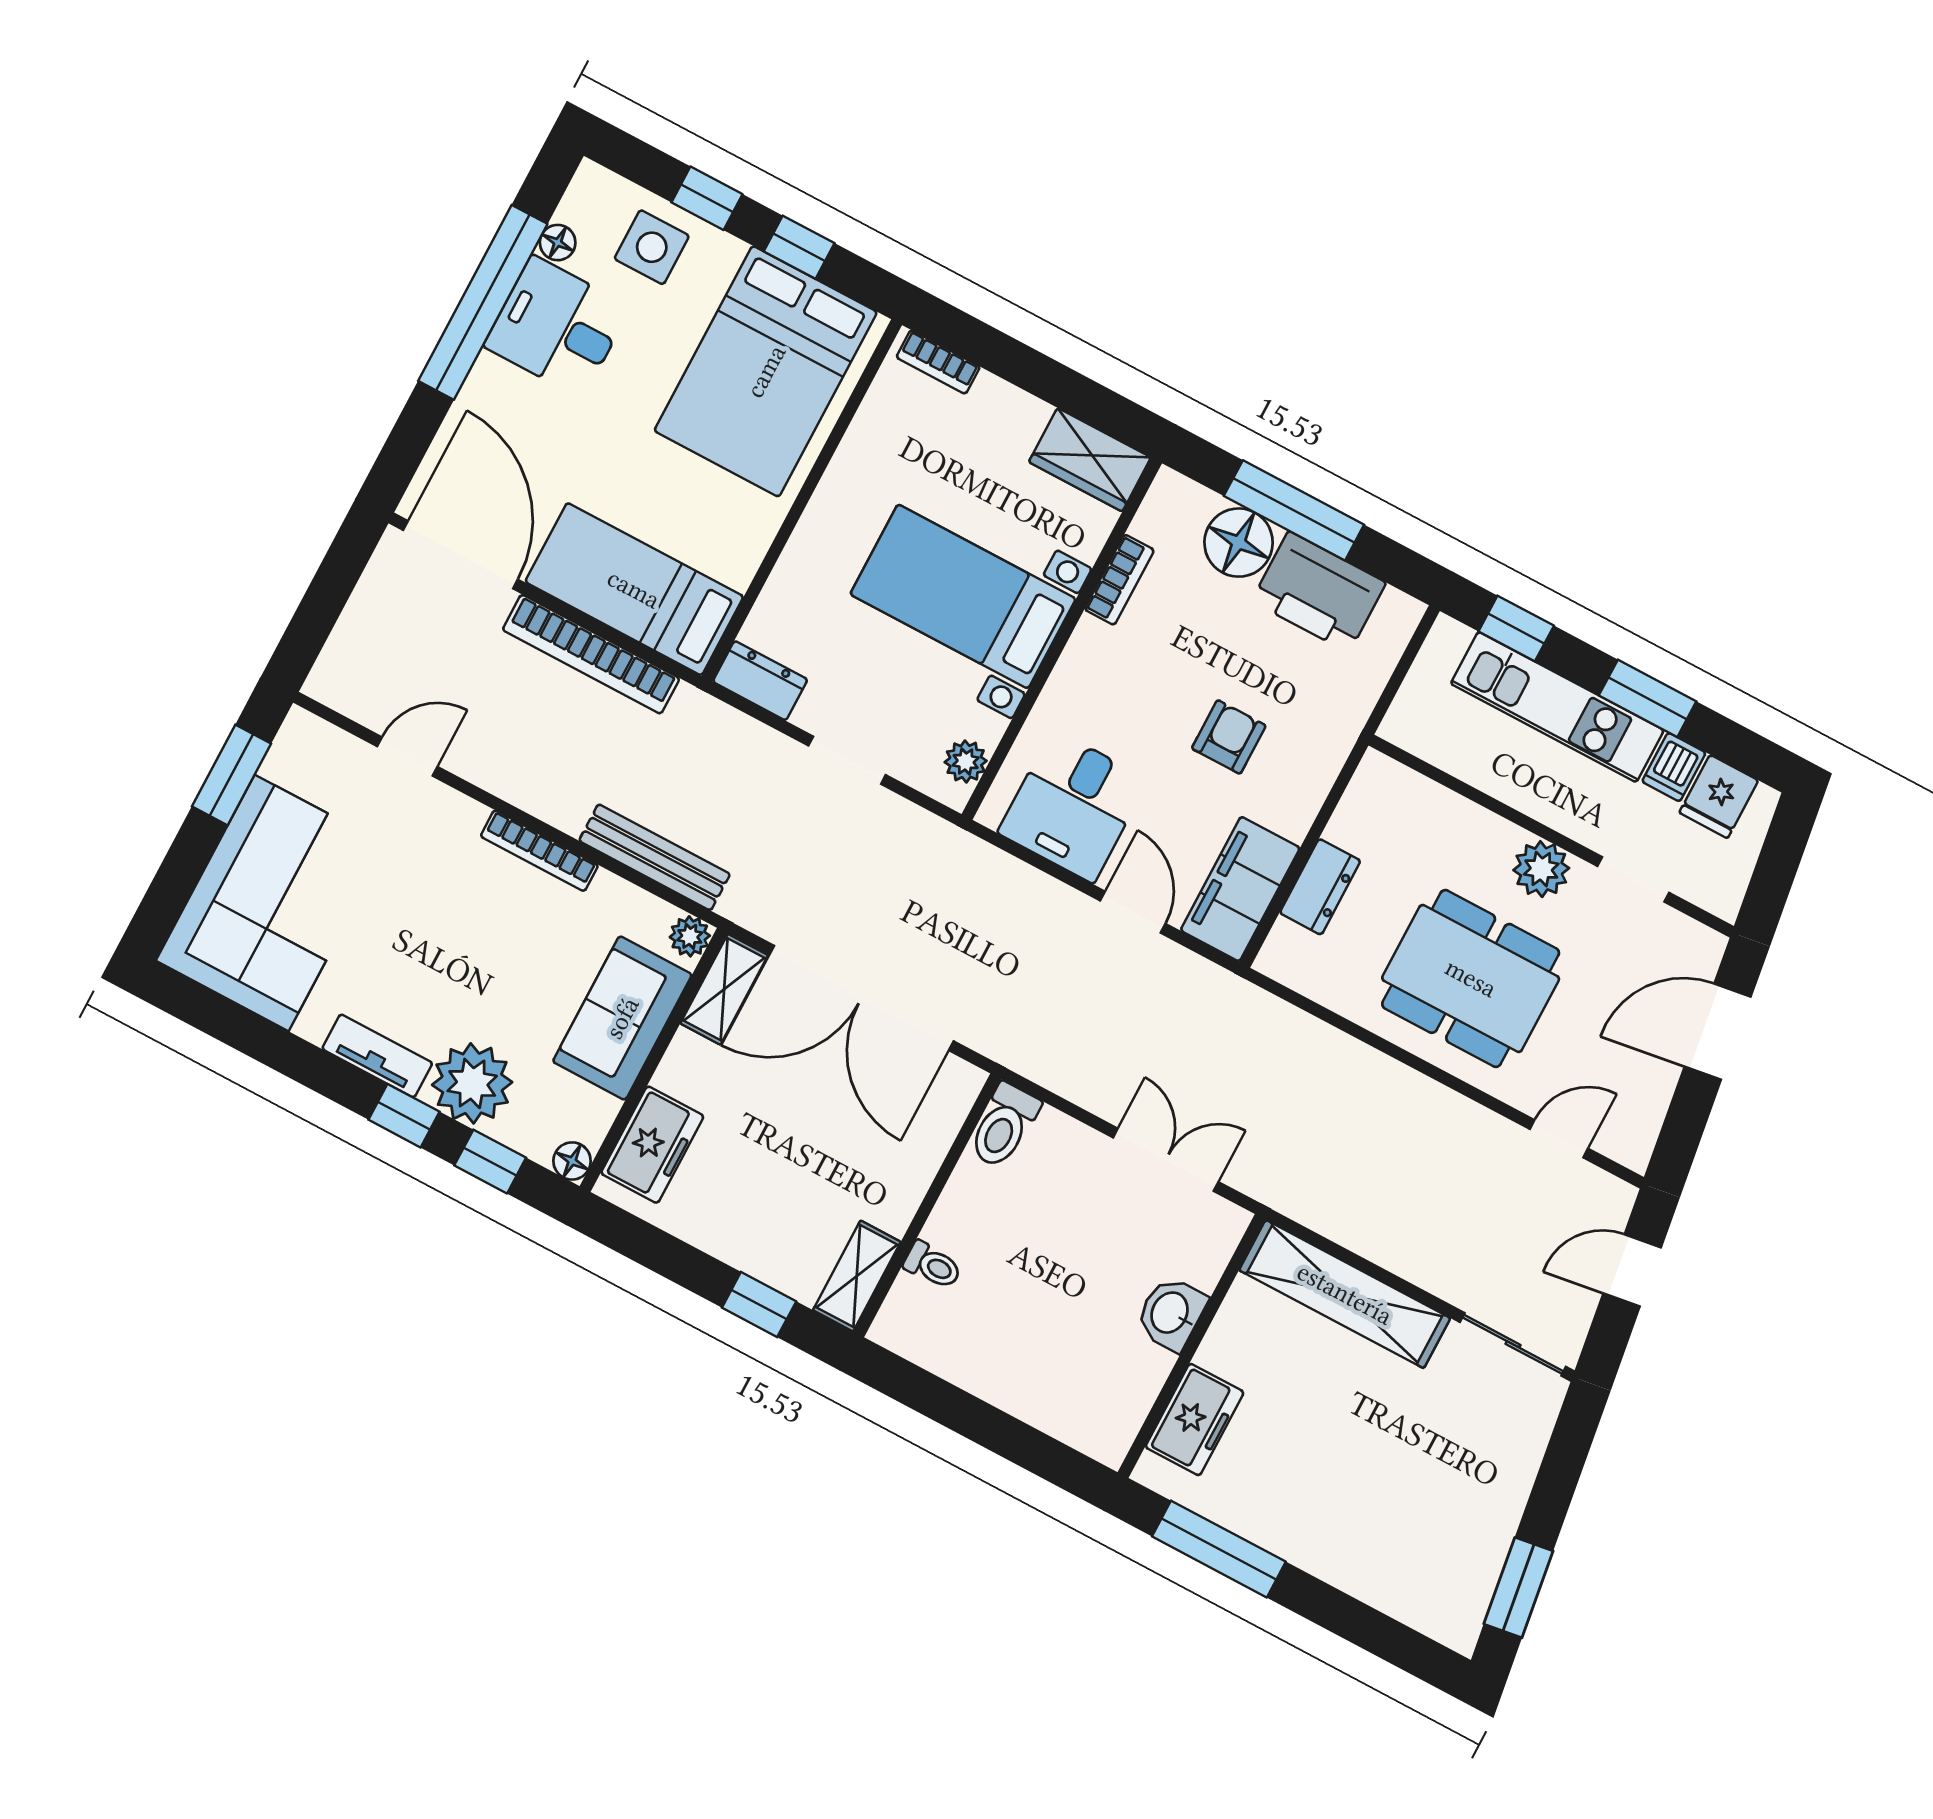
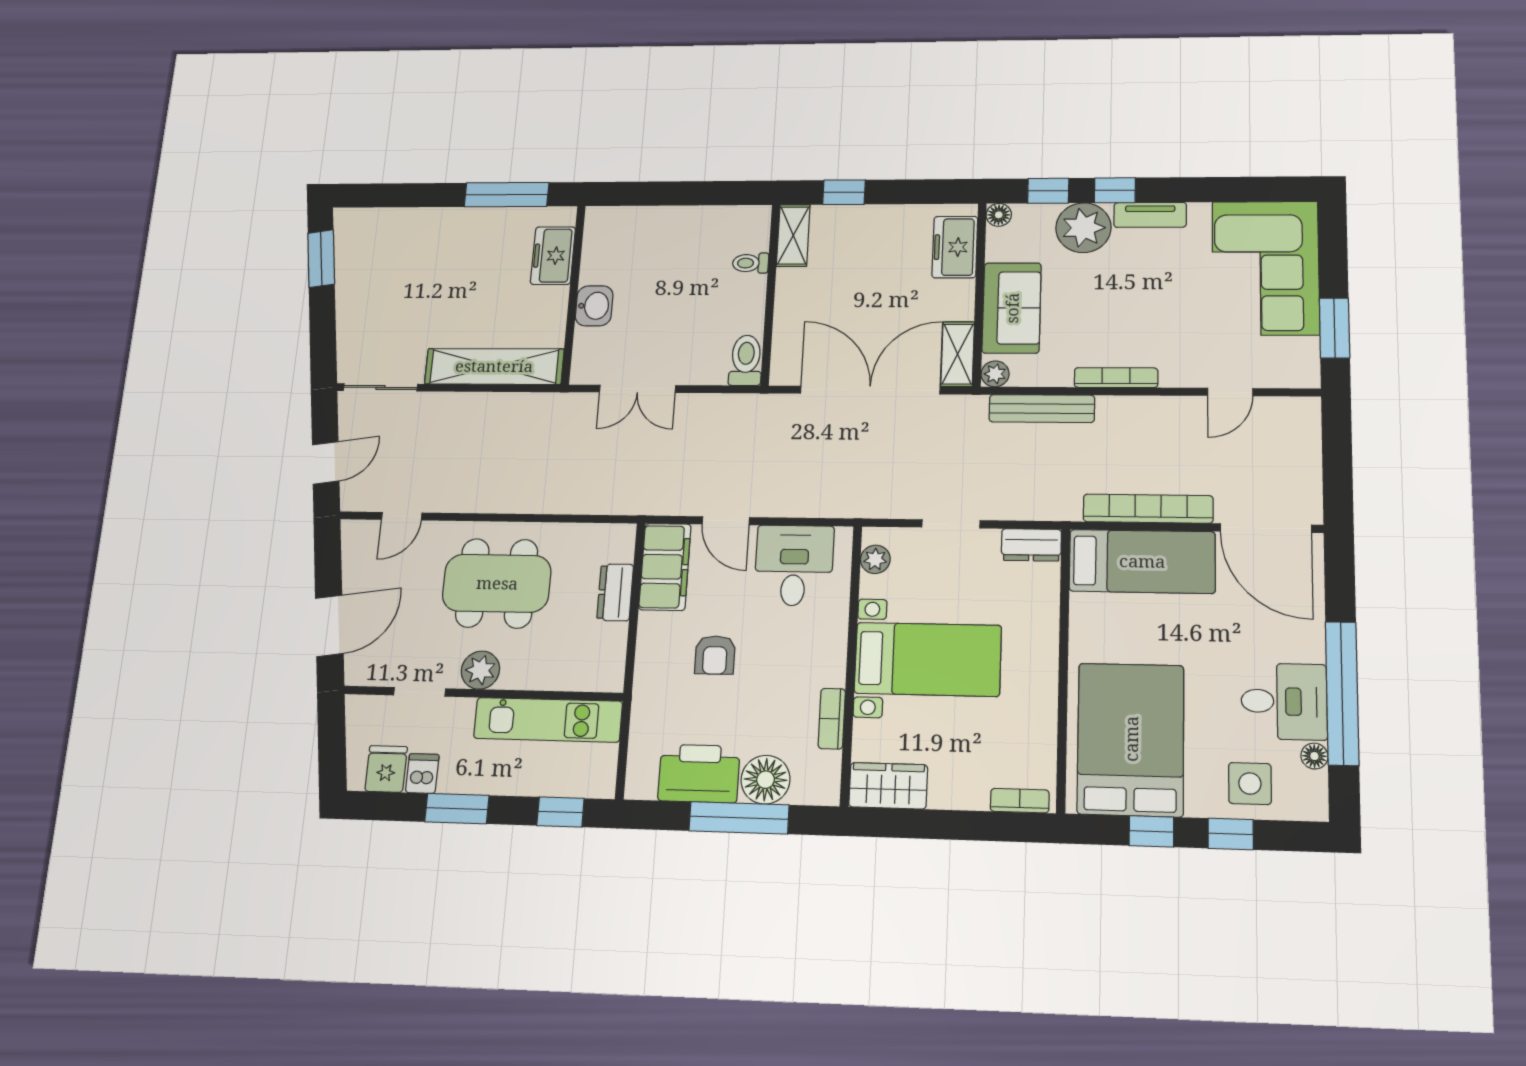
kitchen unit: (1557, 707) -> (548, 720), moved, turned 180

